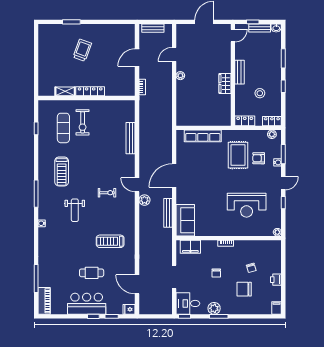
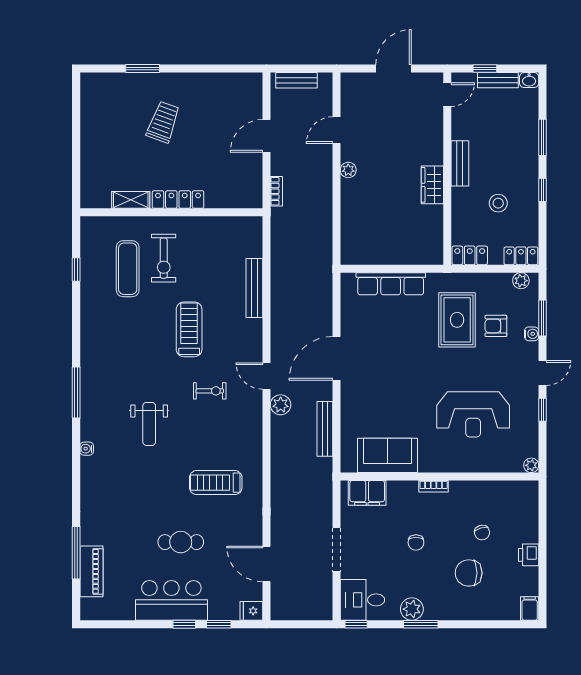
treadmill: (62, 171) -> (189, 329), moved, turned 180
sofa: (185, 220) -> (388, 455), moved, turned -90
piano: (44, 301) -> (91, 571), moved

